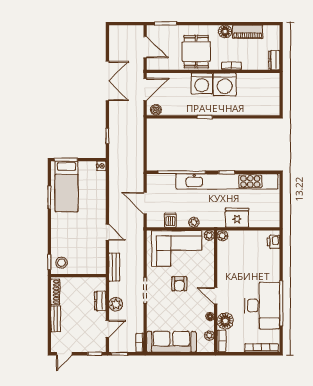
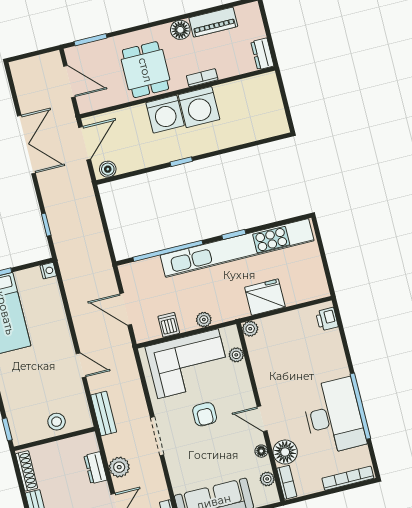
plant: (209, 235) -> (236, 355), moved
stool: (62, 263) -> (57, 422), moved

